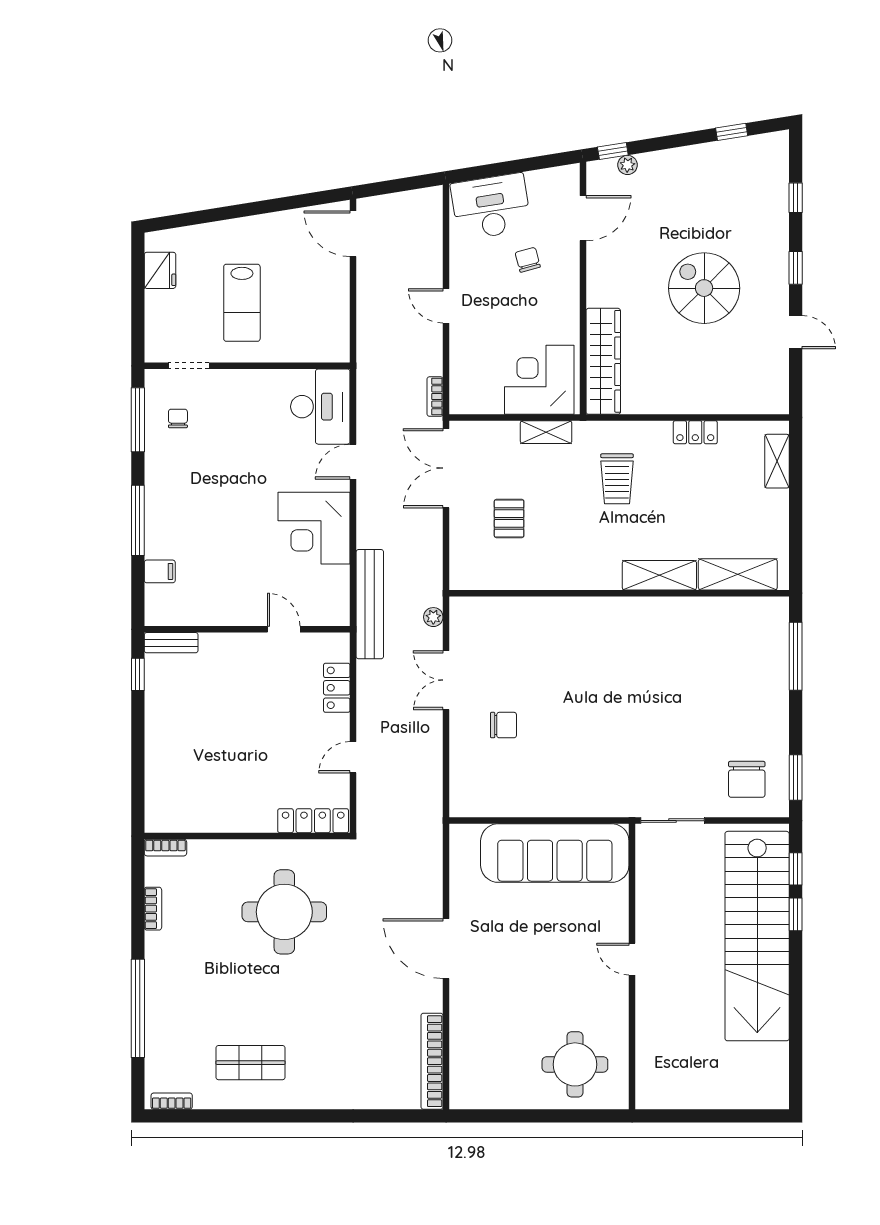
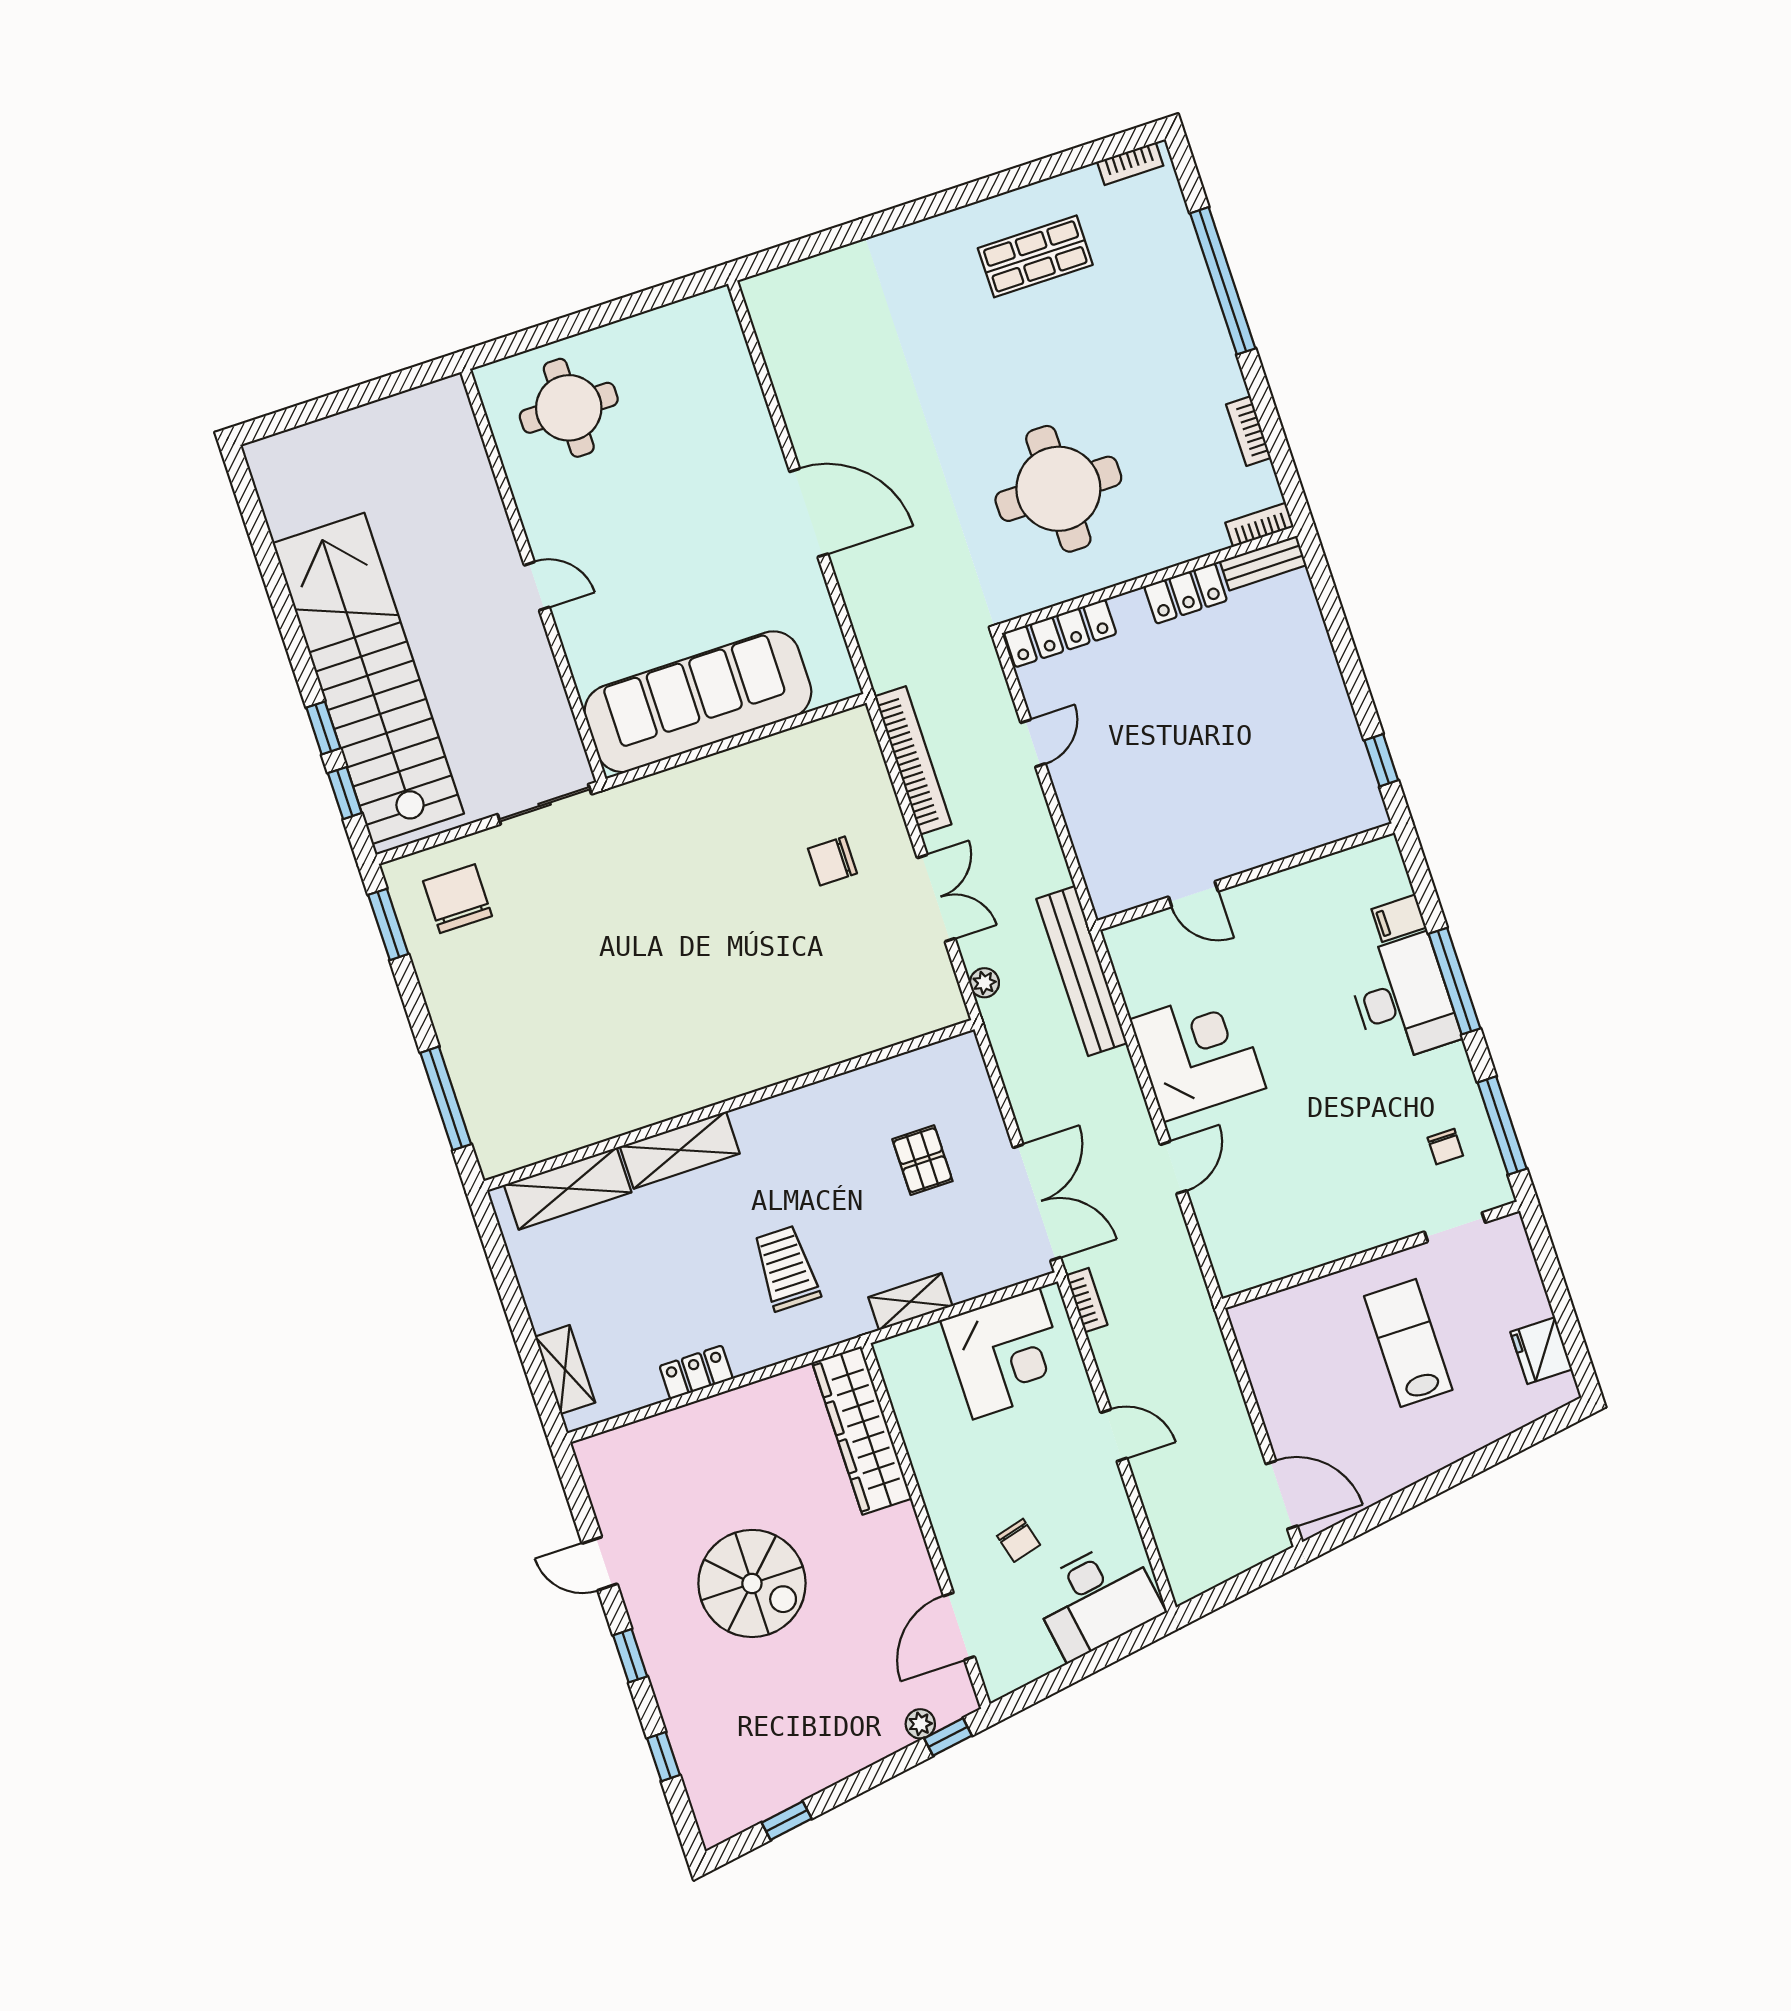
corner desk: (539, 380) -> (1006, 1353), moved
desk: (320, 407) -> (1403, 999), moved, turned 180
bench: (171, 643) -> (1263, 563), moved
locker: (337, 688) -> (1186, 593), moved, turned 90
bookcase: (432, 1061) -> (913, 760), moved

